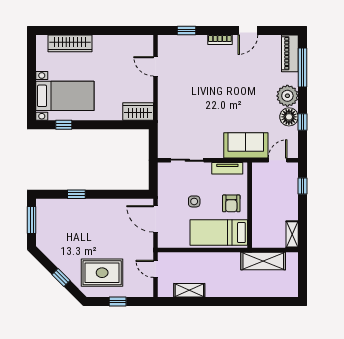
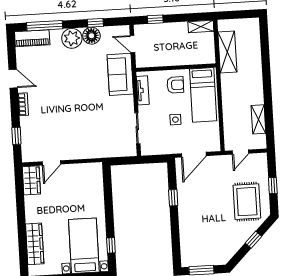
wardrobe: (138, 112) -> (31, 180), moved, turned 180
window: (76, 194) -> (173, 198), moved

